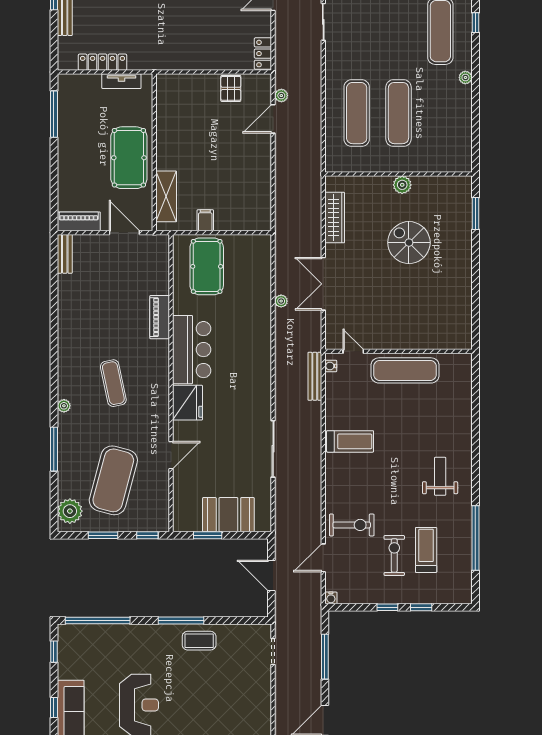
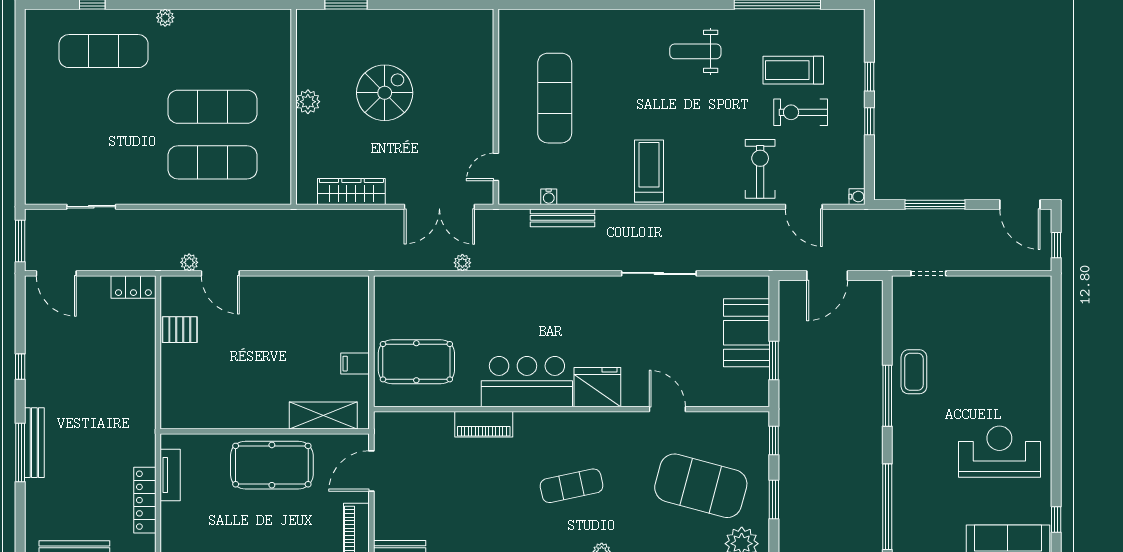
spiral stairs: (409, 243) -> (385, 93), turned 180
door: (353, 351) -> (496, 167), moved
wall: (398, 351) -> (496, 107), moved

